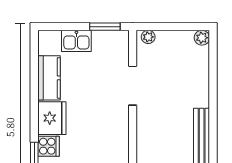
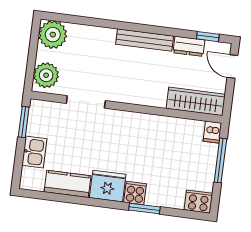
plant: (148, 37) -> (46, 75), width x1.88, depth x1.88
plant: (202, 38) -> (53, 35), width x1.87, depth x1.87

